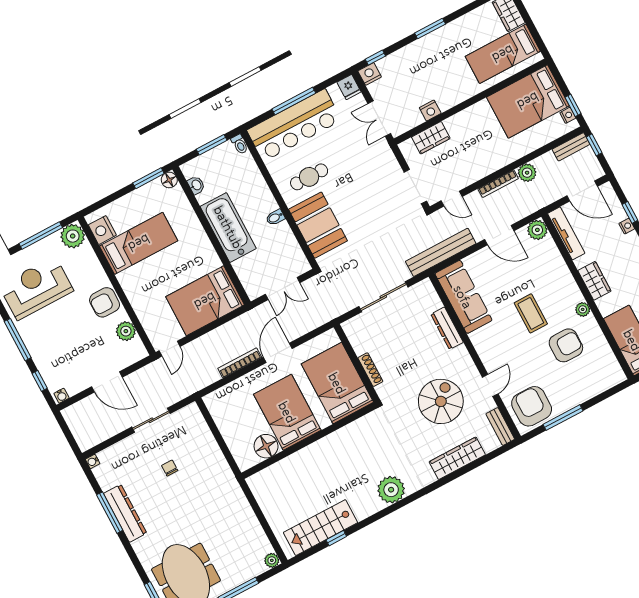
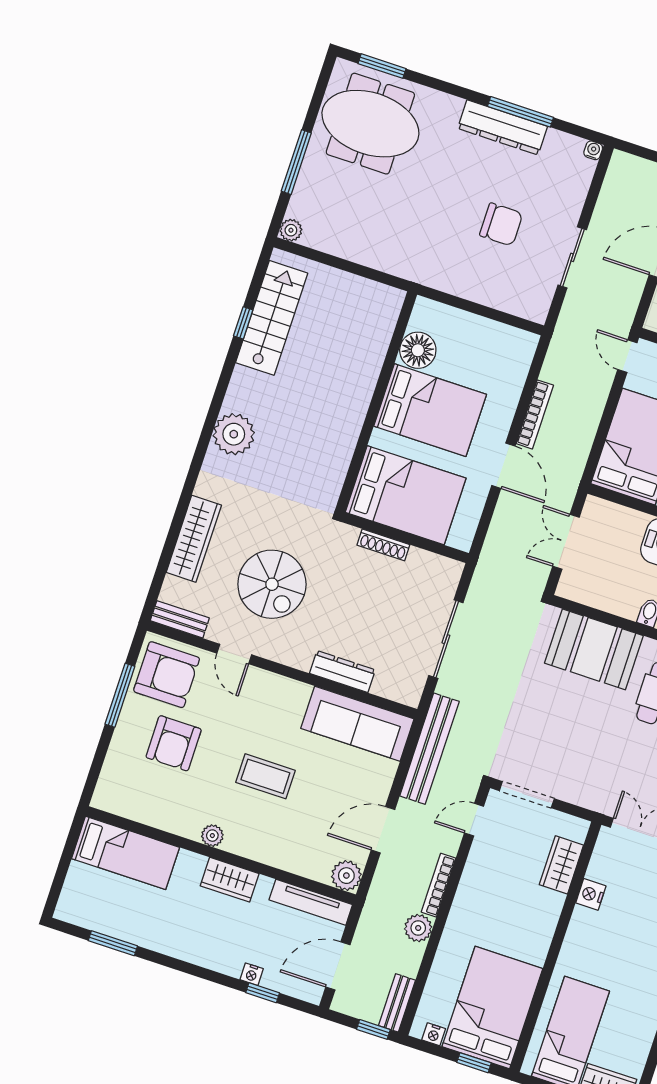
window: (573, 105) -> (474, 1063), moved
armchair: (566, 345) -> (174, 743), moved
chair: (170, 468) -> (501, 224), width x1.87, depth x1.87

